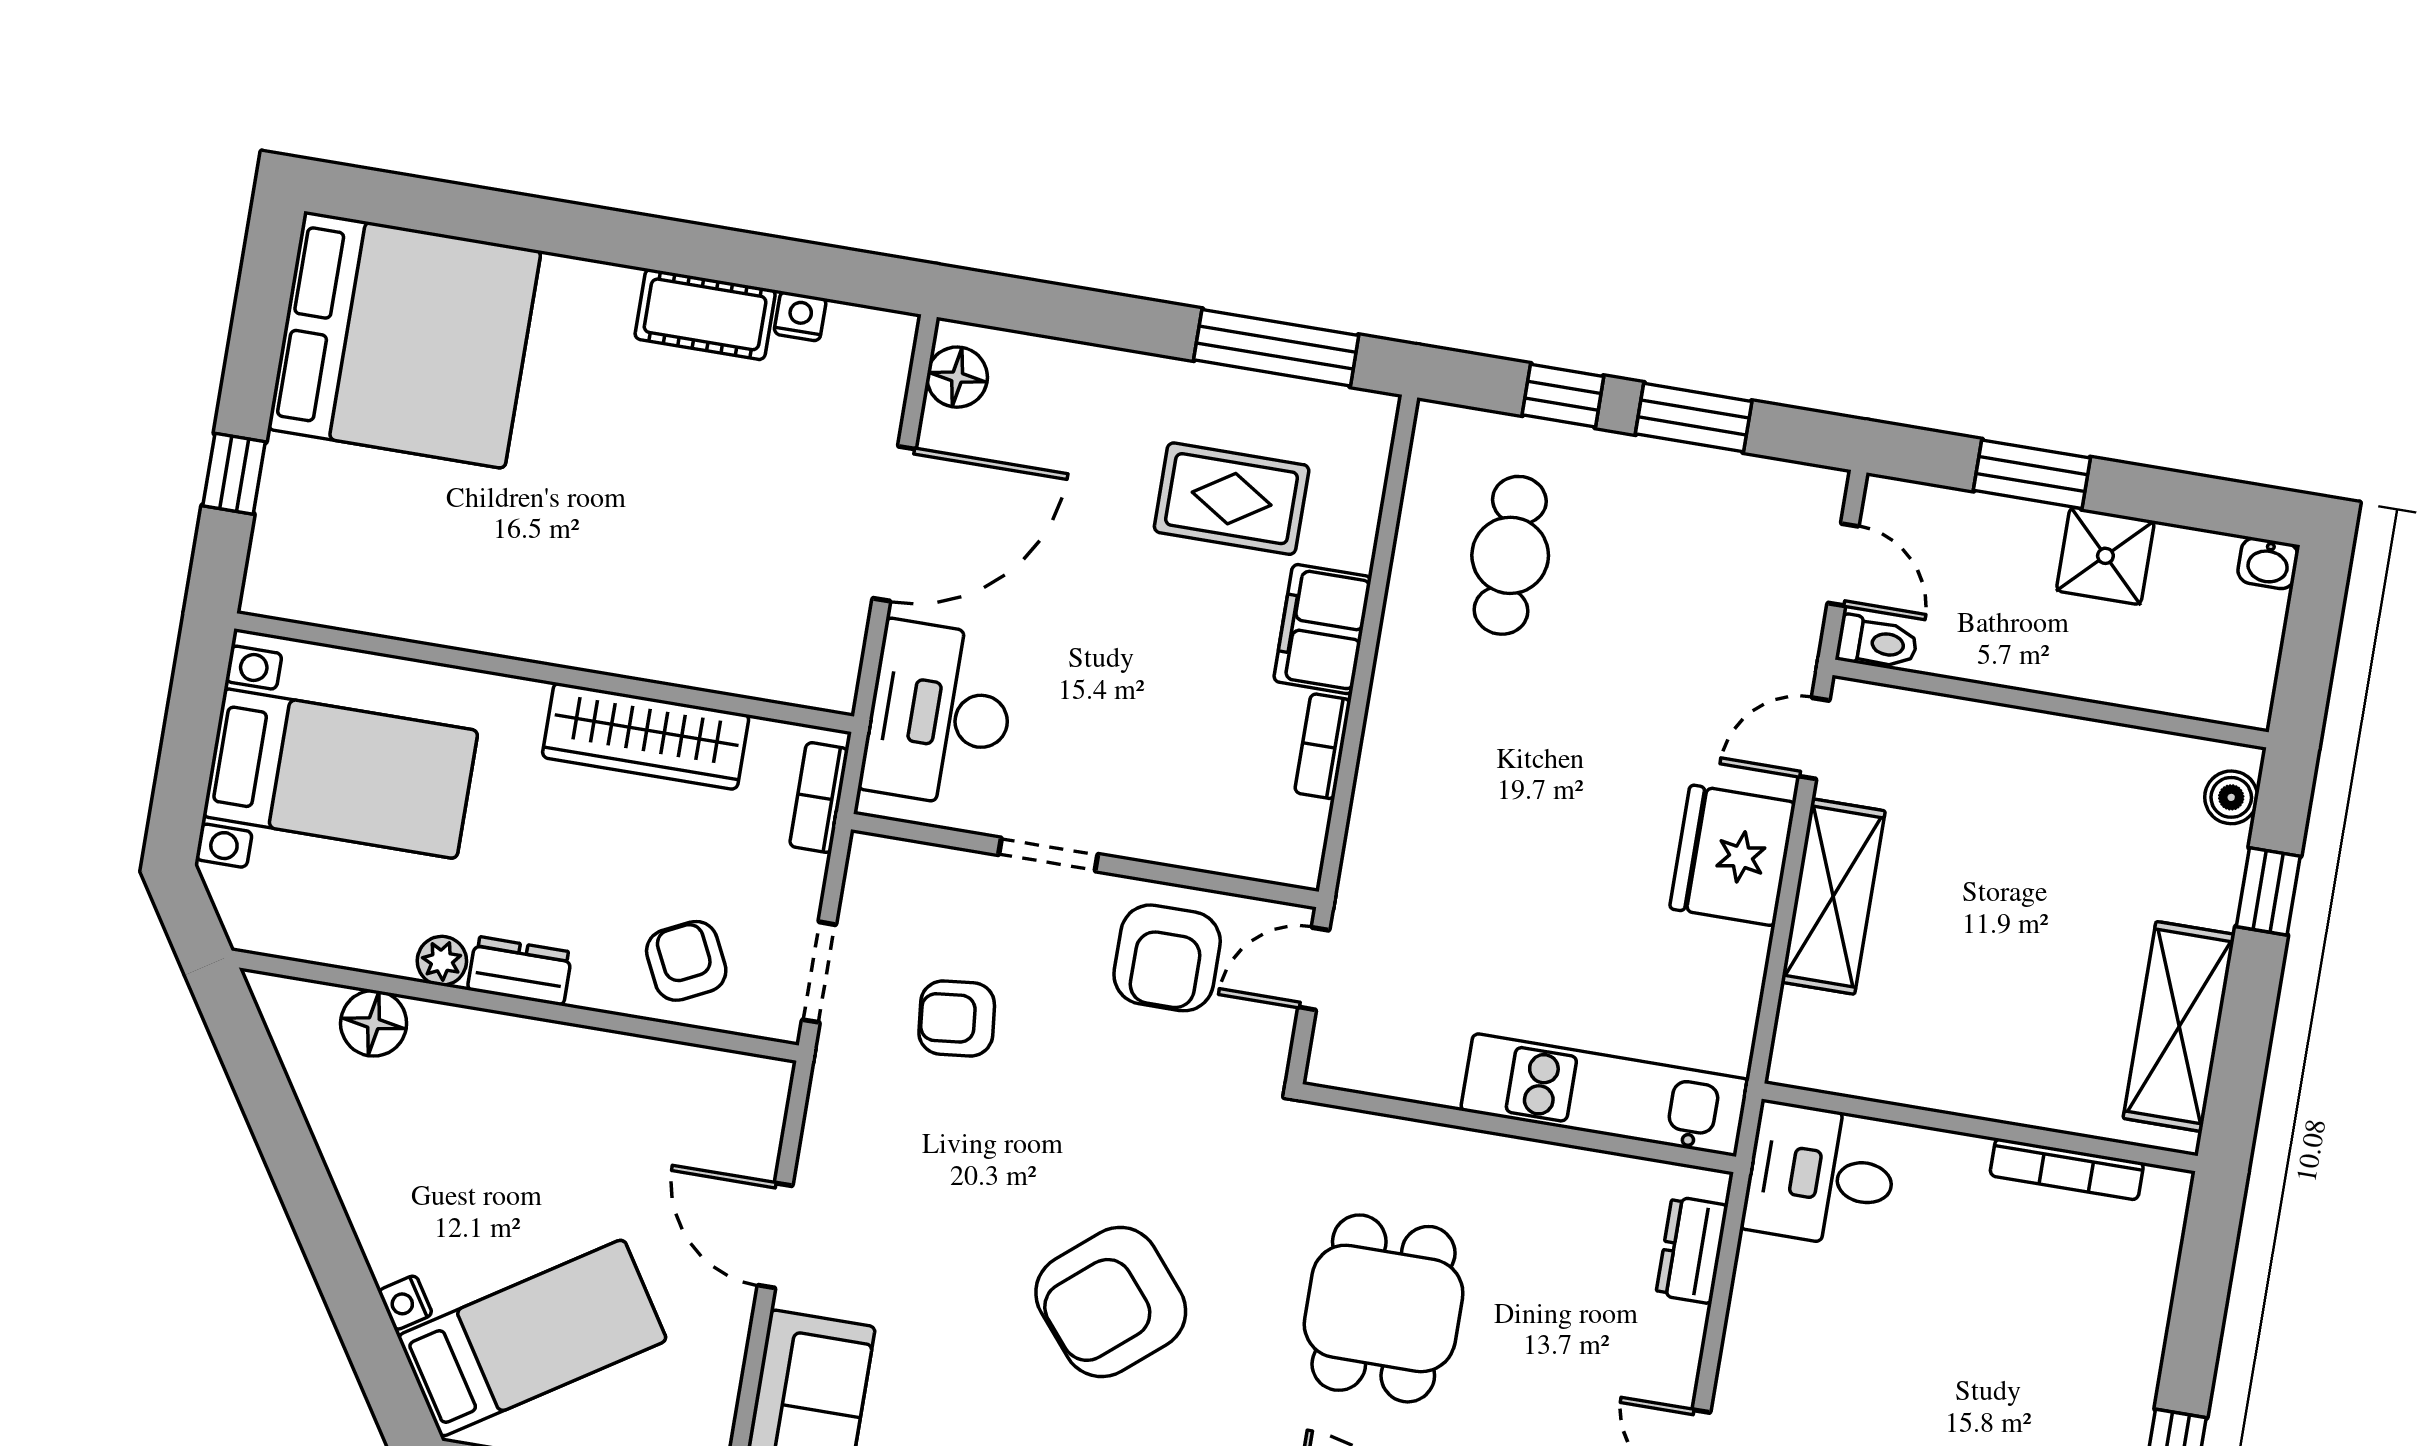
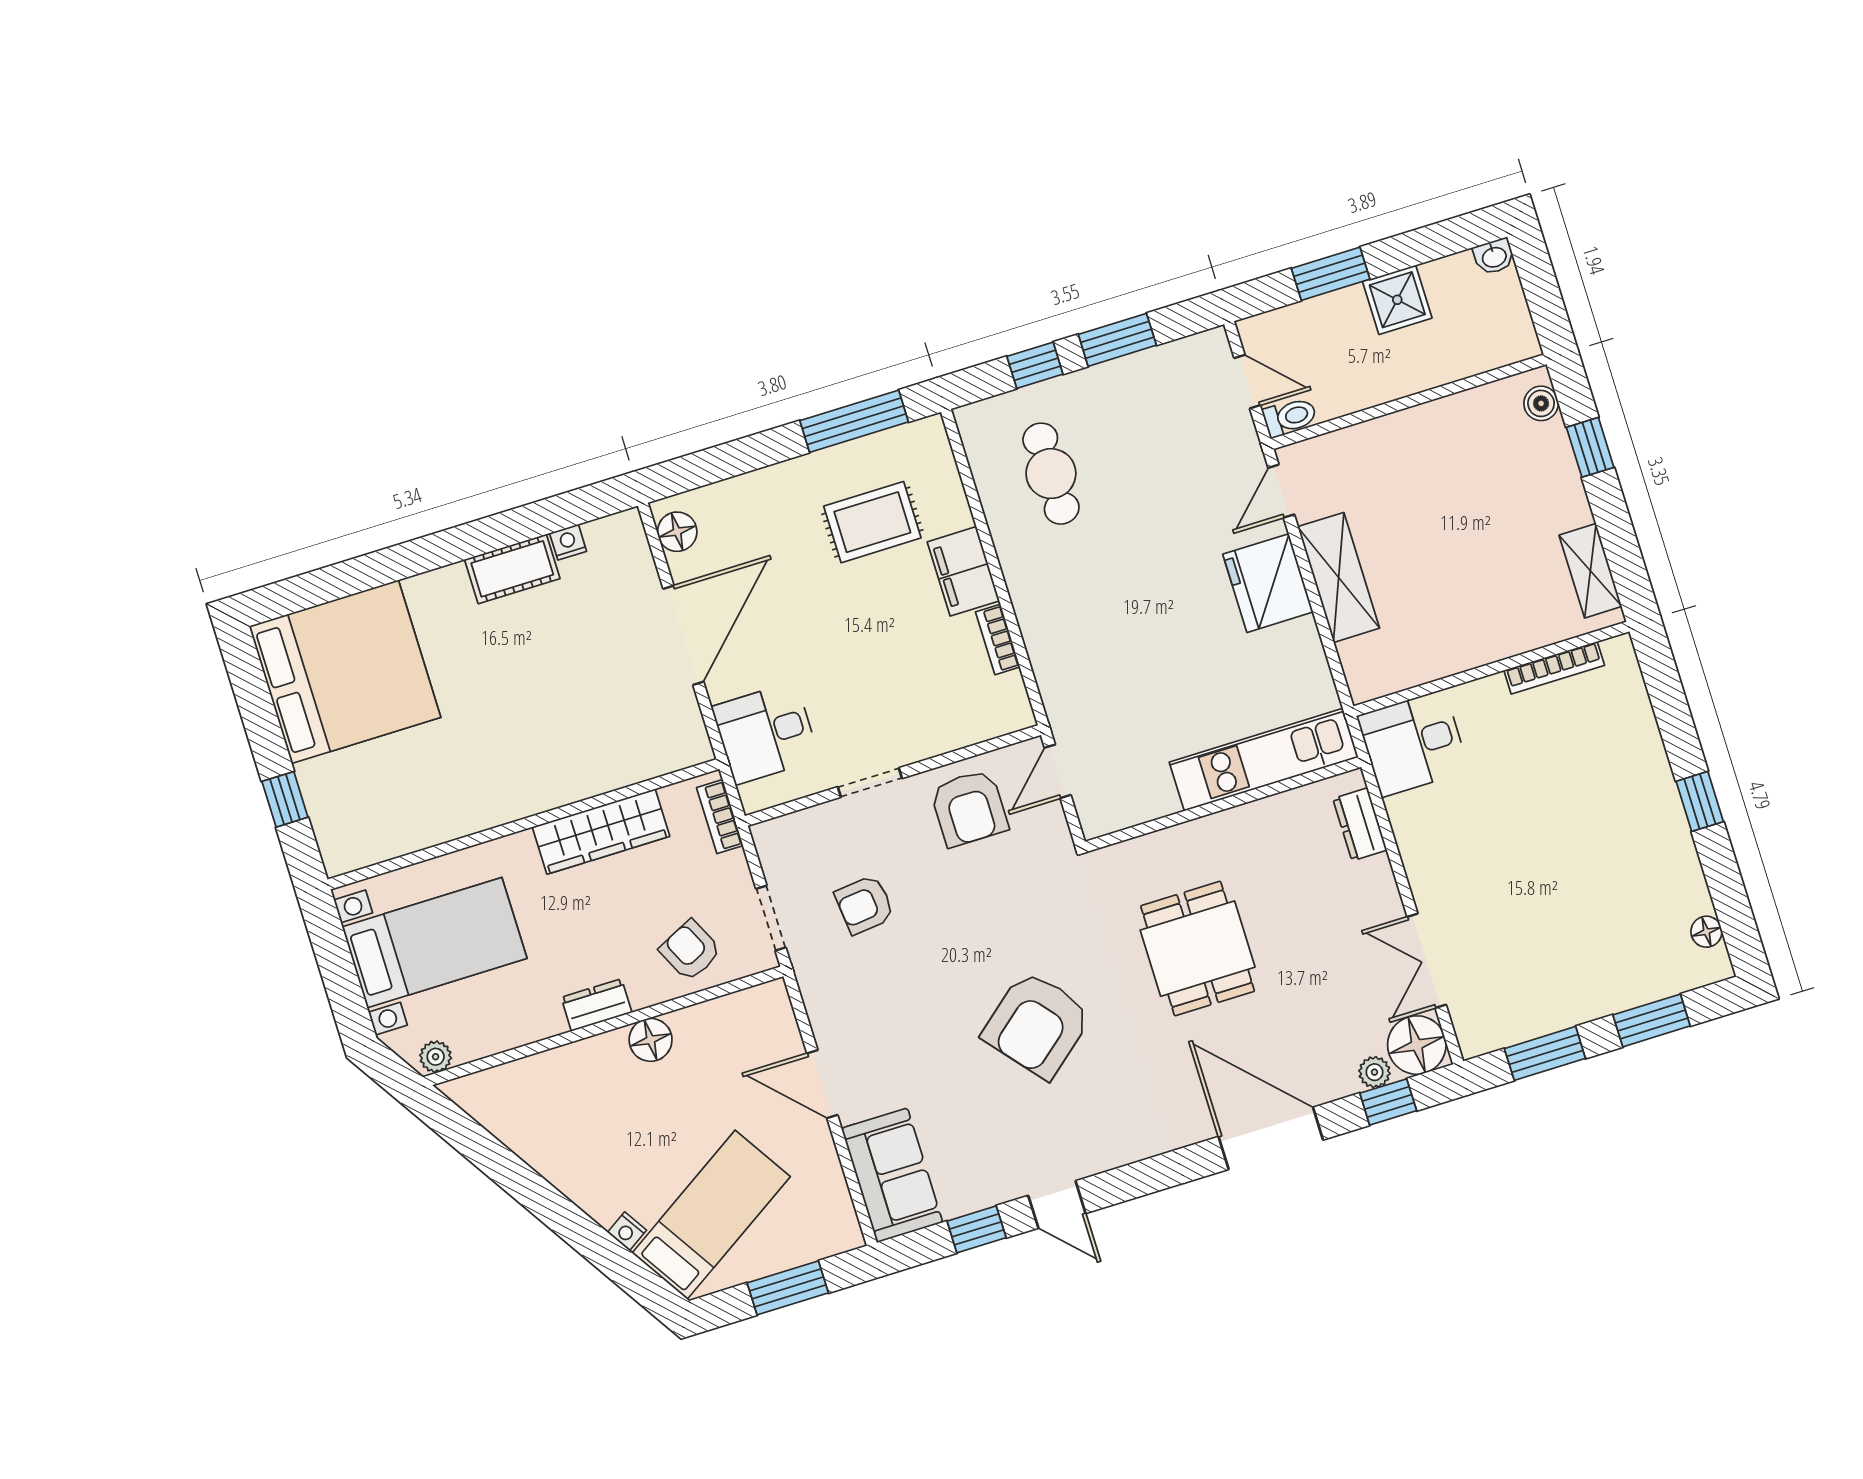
desk: (939, 714) -> (765, 733), width x0.73
plant: (442, 961) -> (436, 1057), moved
floor lamp: (374, 1023) -> (651, 1040), moved
shelving: (2179, 1026) -> (1590, 571), width x0.67, depth x0.75

